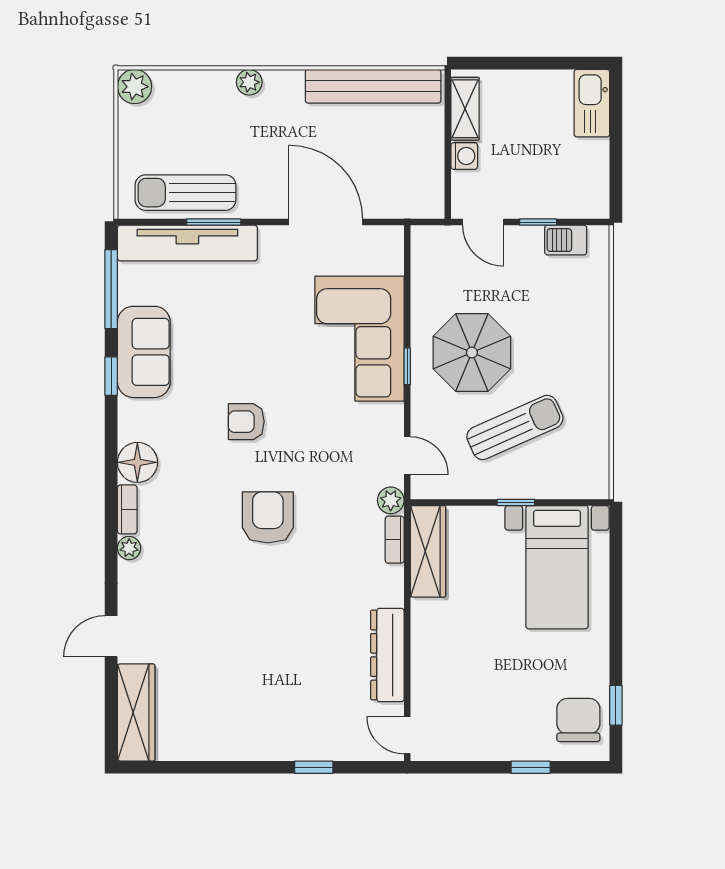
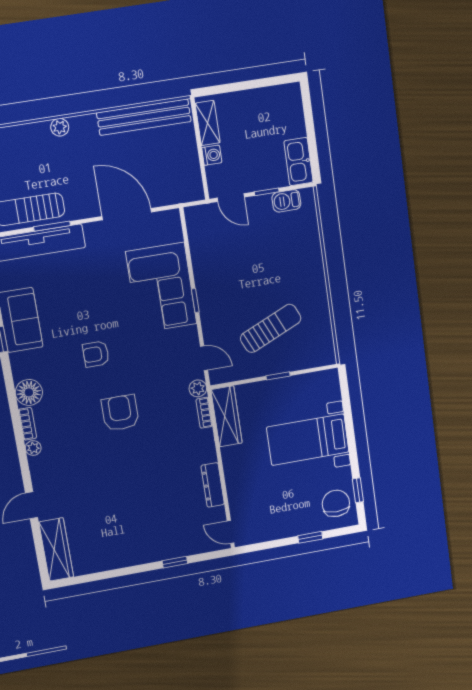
kitchen sink: (592, 103) -> (298, 162), moved
parasol: (472, 353) -> (236, 285), removed
bed with nightstands: (557, 567) -> (308, 440), moved, turned 90
dresser: (387, 655) -> (213, 485), width x0.73, depth x0.80

